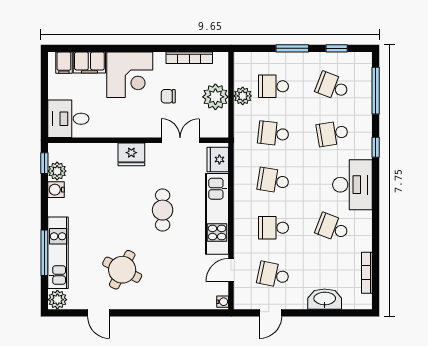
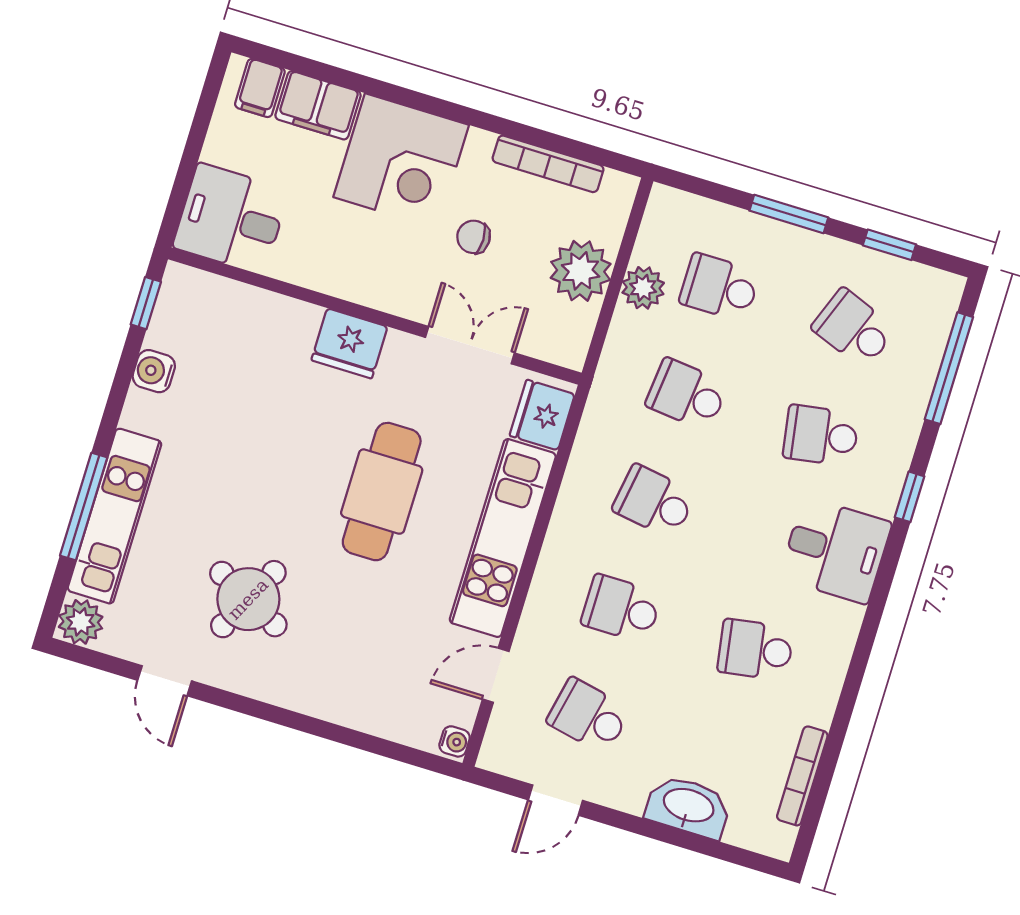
plant: (57, 171) -> (169, 330), removed
desk: (352, 185) -> (835, 550), width x0.73
cafe table: (163, 210) -> (382, 492), width x1.37, depth x1.35
school desk: (332, 228) -> (755, 650), turned -30

